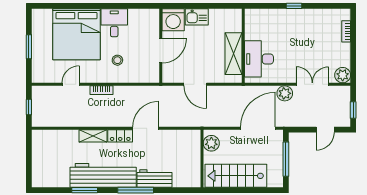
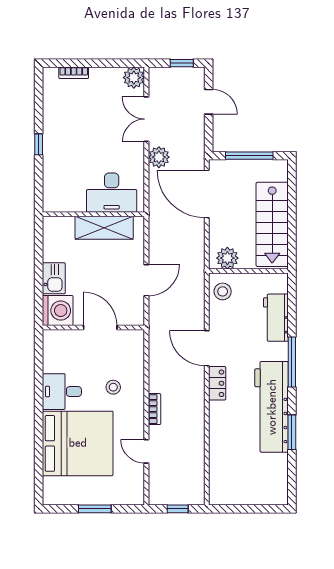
shelving: (93, 136) -> (217, 421), removed
stool: (187, 140) -> (223, 291), added
workbench: (154, 178) -> (276, 318), moved

